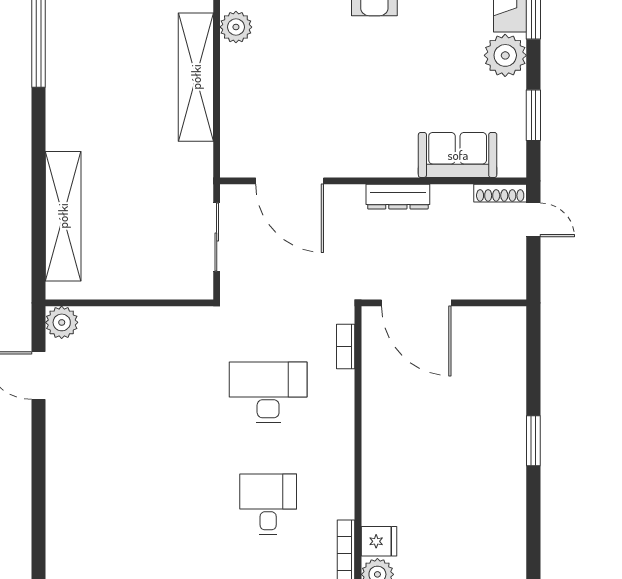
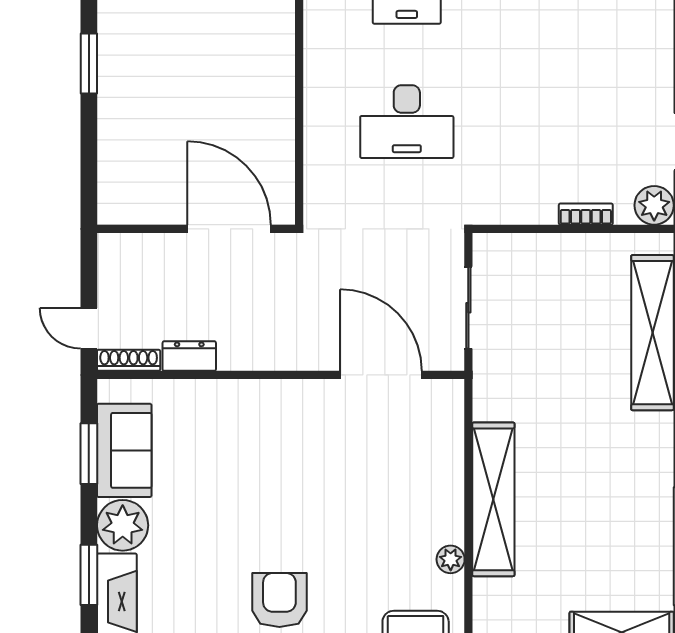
plant: (236, 27) -> (451, 559), width x0.73, depth x0.73
sofa: (458, 155) -> (124, 450), moved, turned -90
dresser: (398, 197) -> (189, 356), moved, width x0.70
bookcase: (346, 346) -> (586, 214), moved, turned -90

